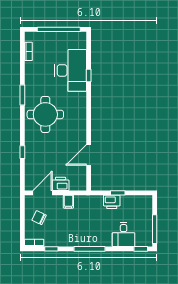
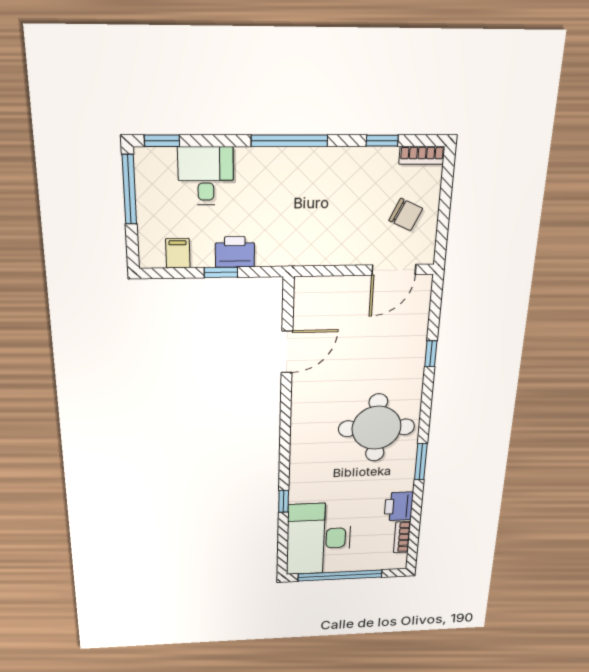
desk: (71, 70) -> (319, 539), moved
printer: (61, 184) -> (399, 506), moved, turned 90
filing cabinet: (68, 202) -> (178, 253), moved

